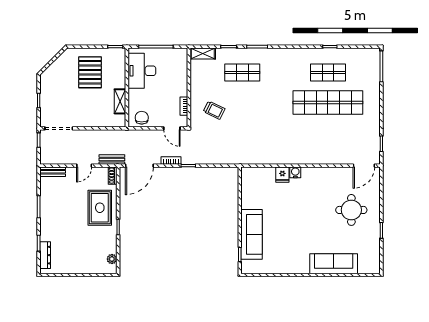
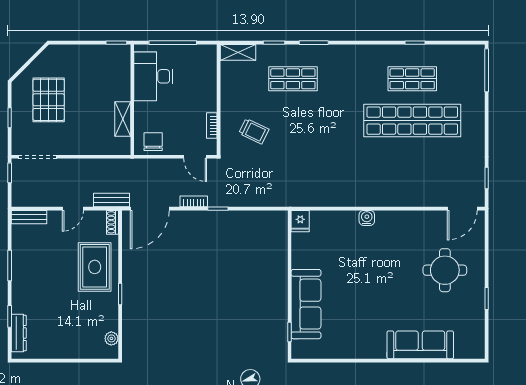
pallet: (90, 72) -> (49, 100), moved
fridge: (282, 175) -> (300, 221), moved

